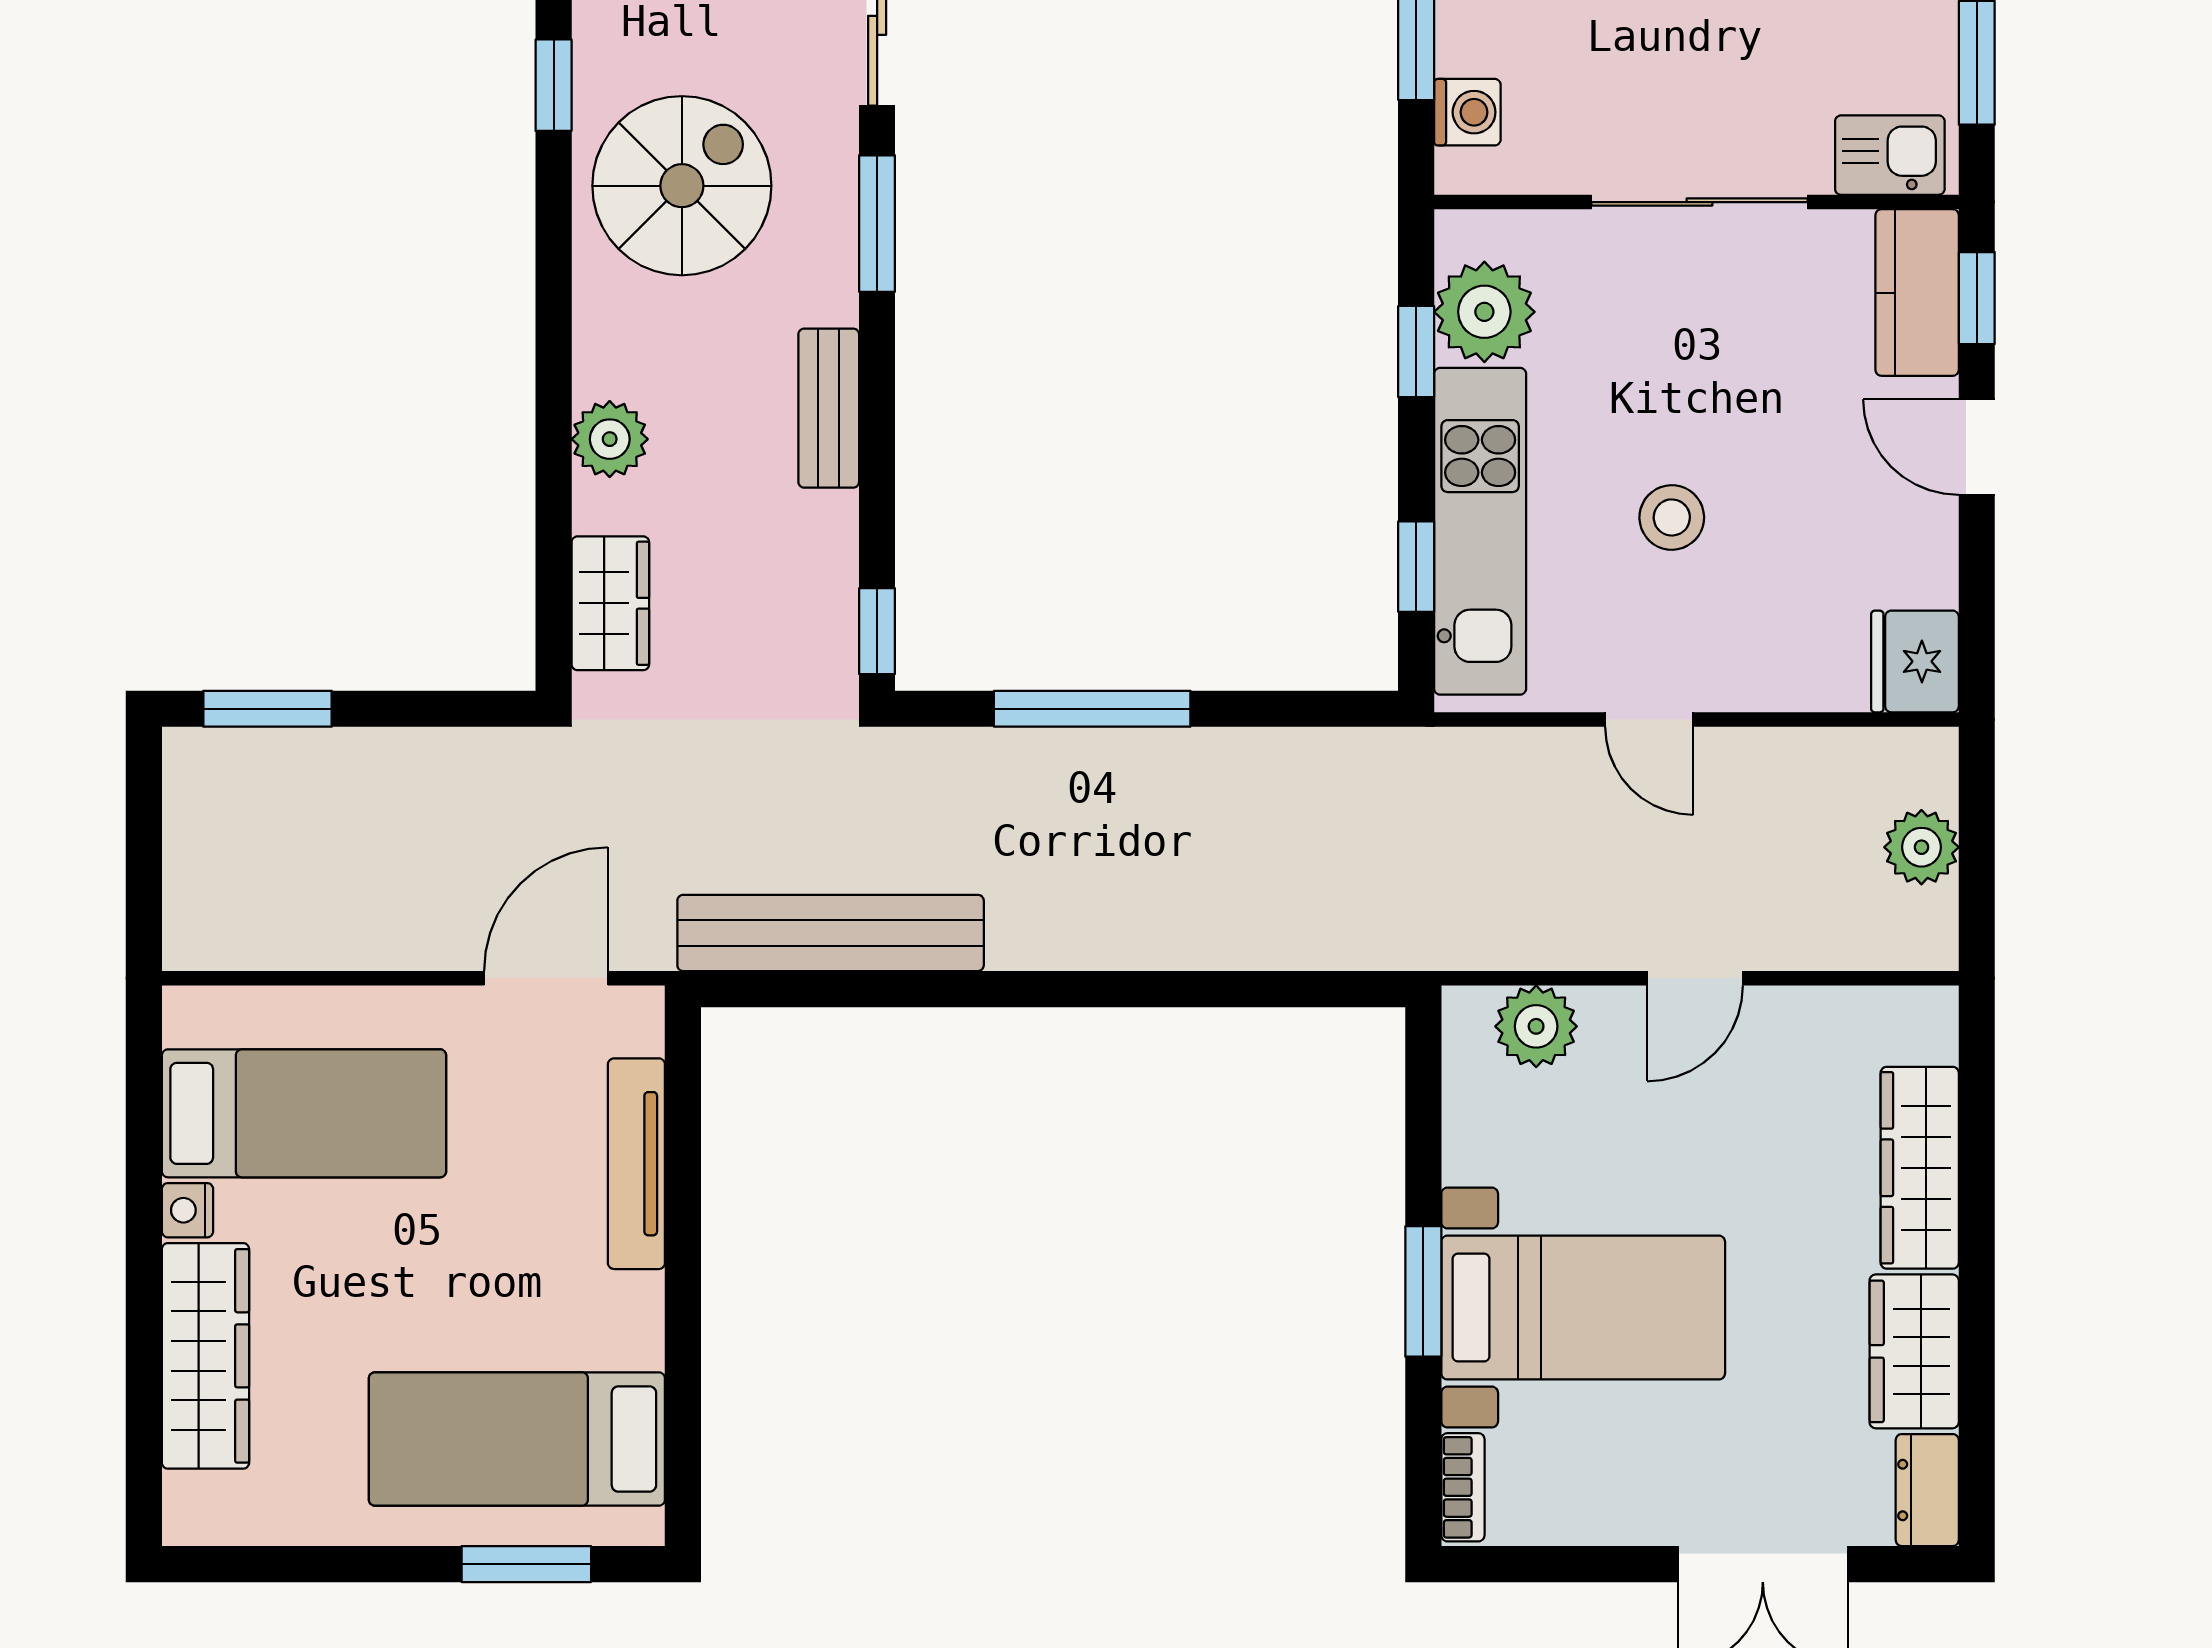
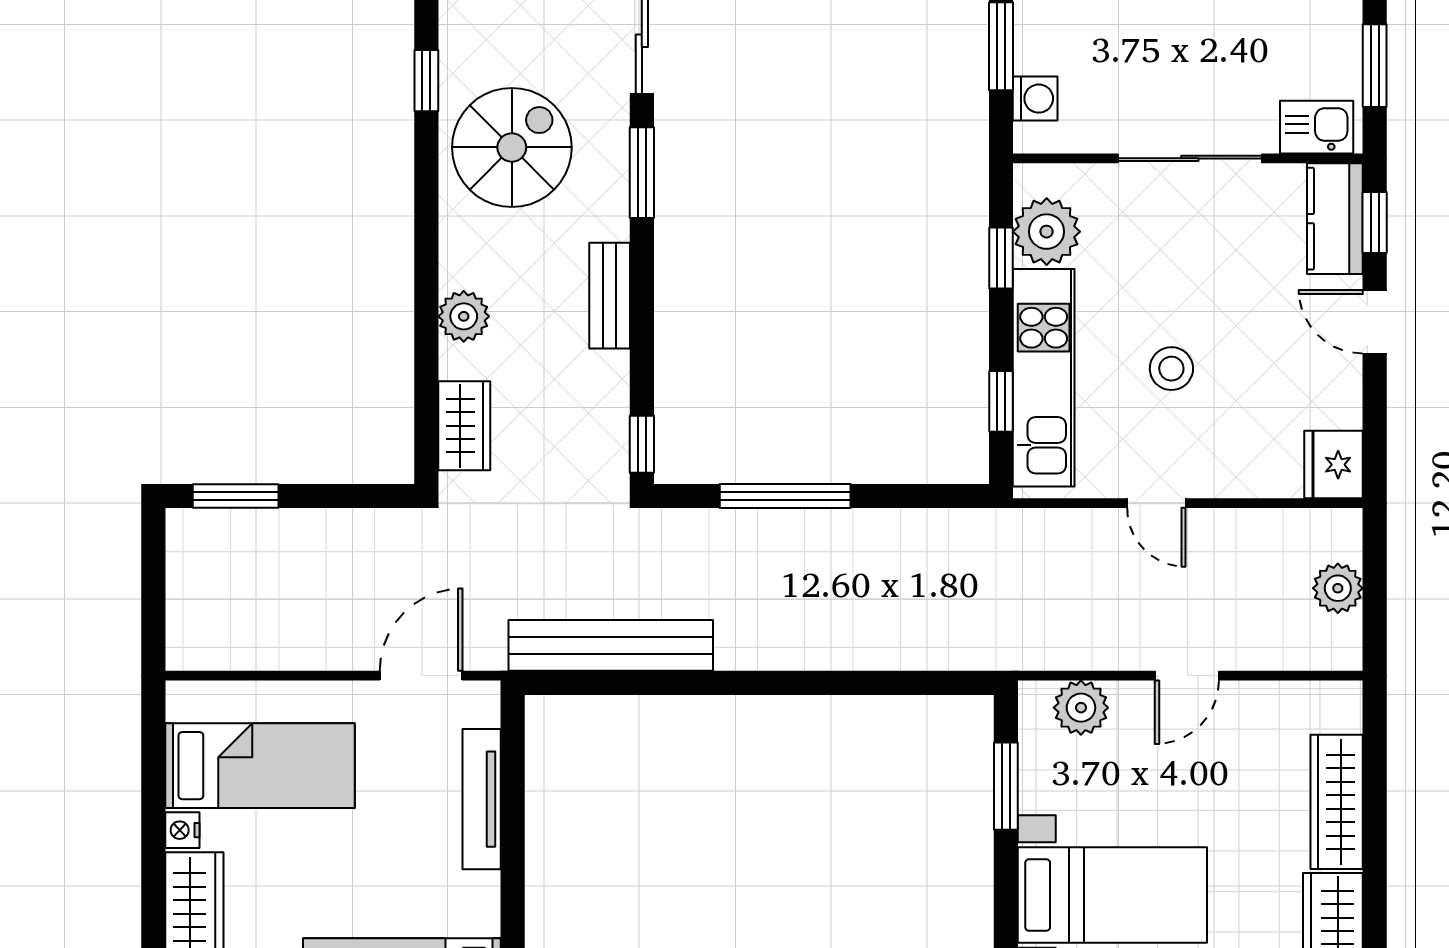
window: (1423, 1291) -> (1006, 786), moved

